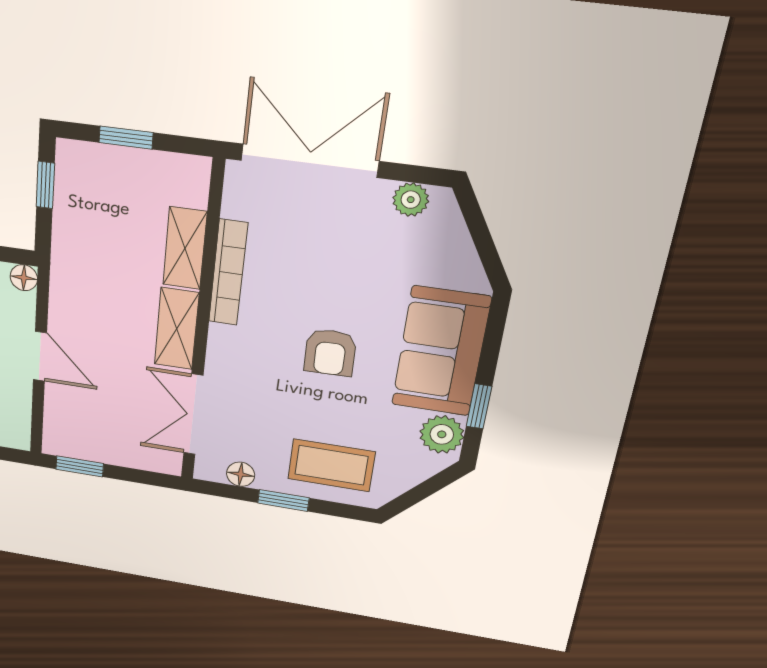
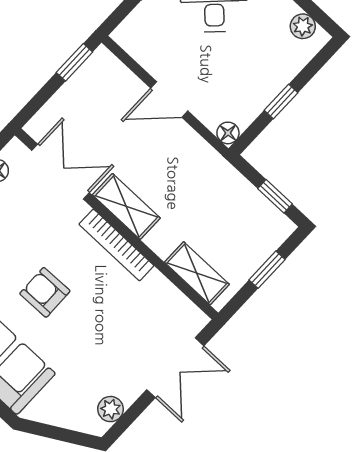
double door: (310, 161) -> (175, 368), width x0.73
shelving: (185, 248) -> (197, 273), moved
bookcase: (228, 273) -> (116, 245), moved

